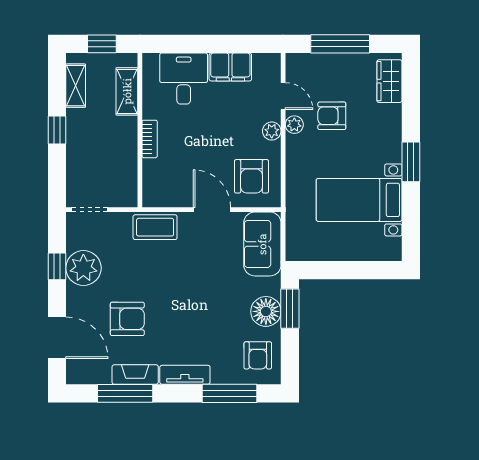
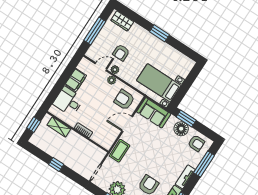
shelving: (76, 86) -> (43, 146), removed
armchair: (251, 176) -> (124, 100), turned 180
bed with nightstands: (359, 200) -> (159, 83), moved, turned 90

